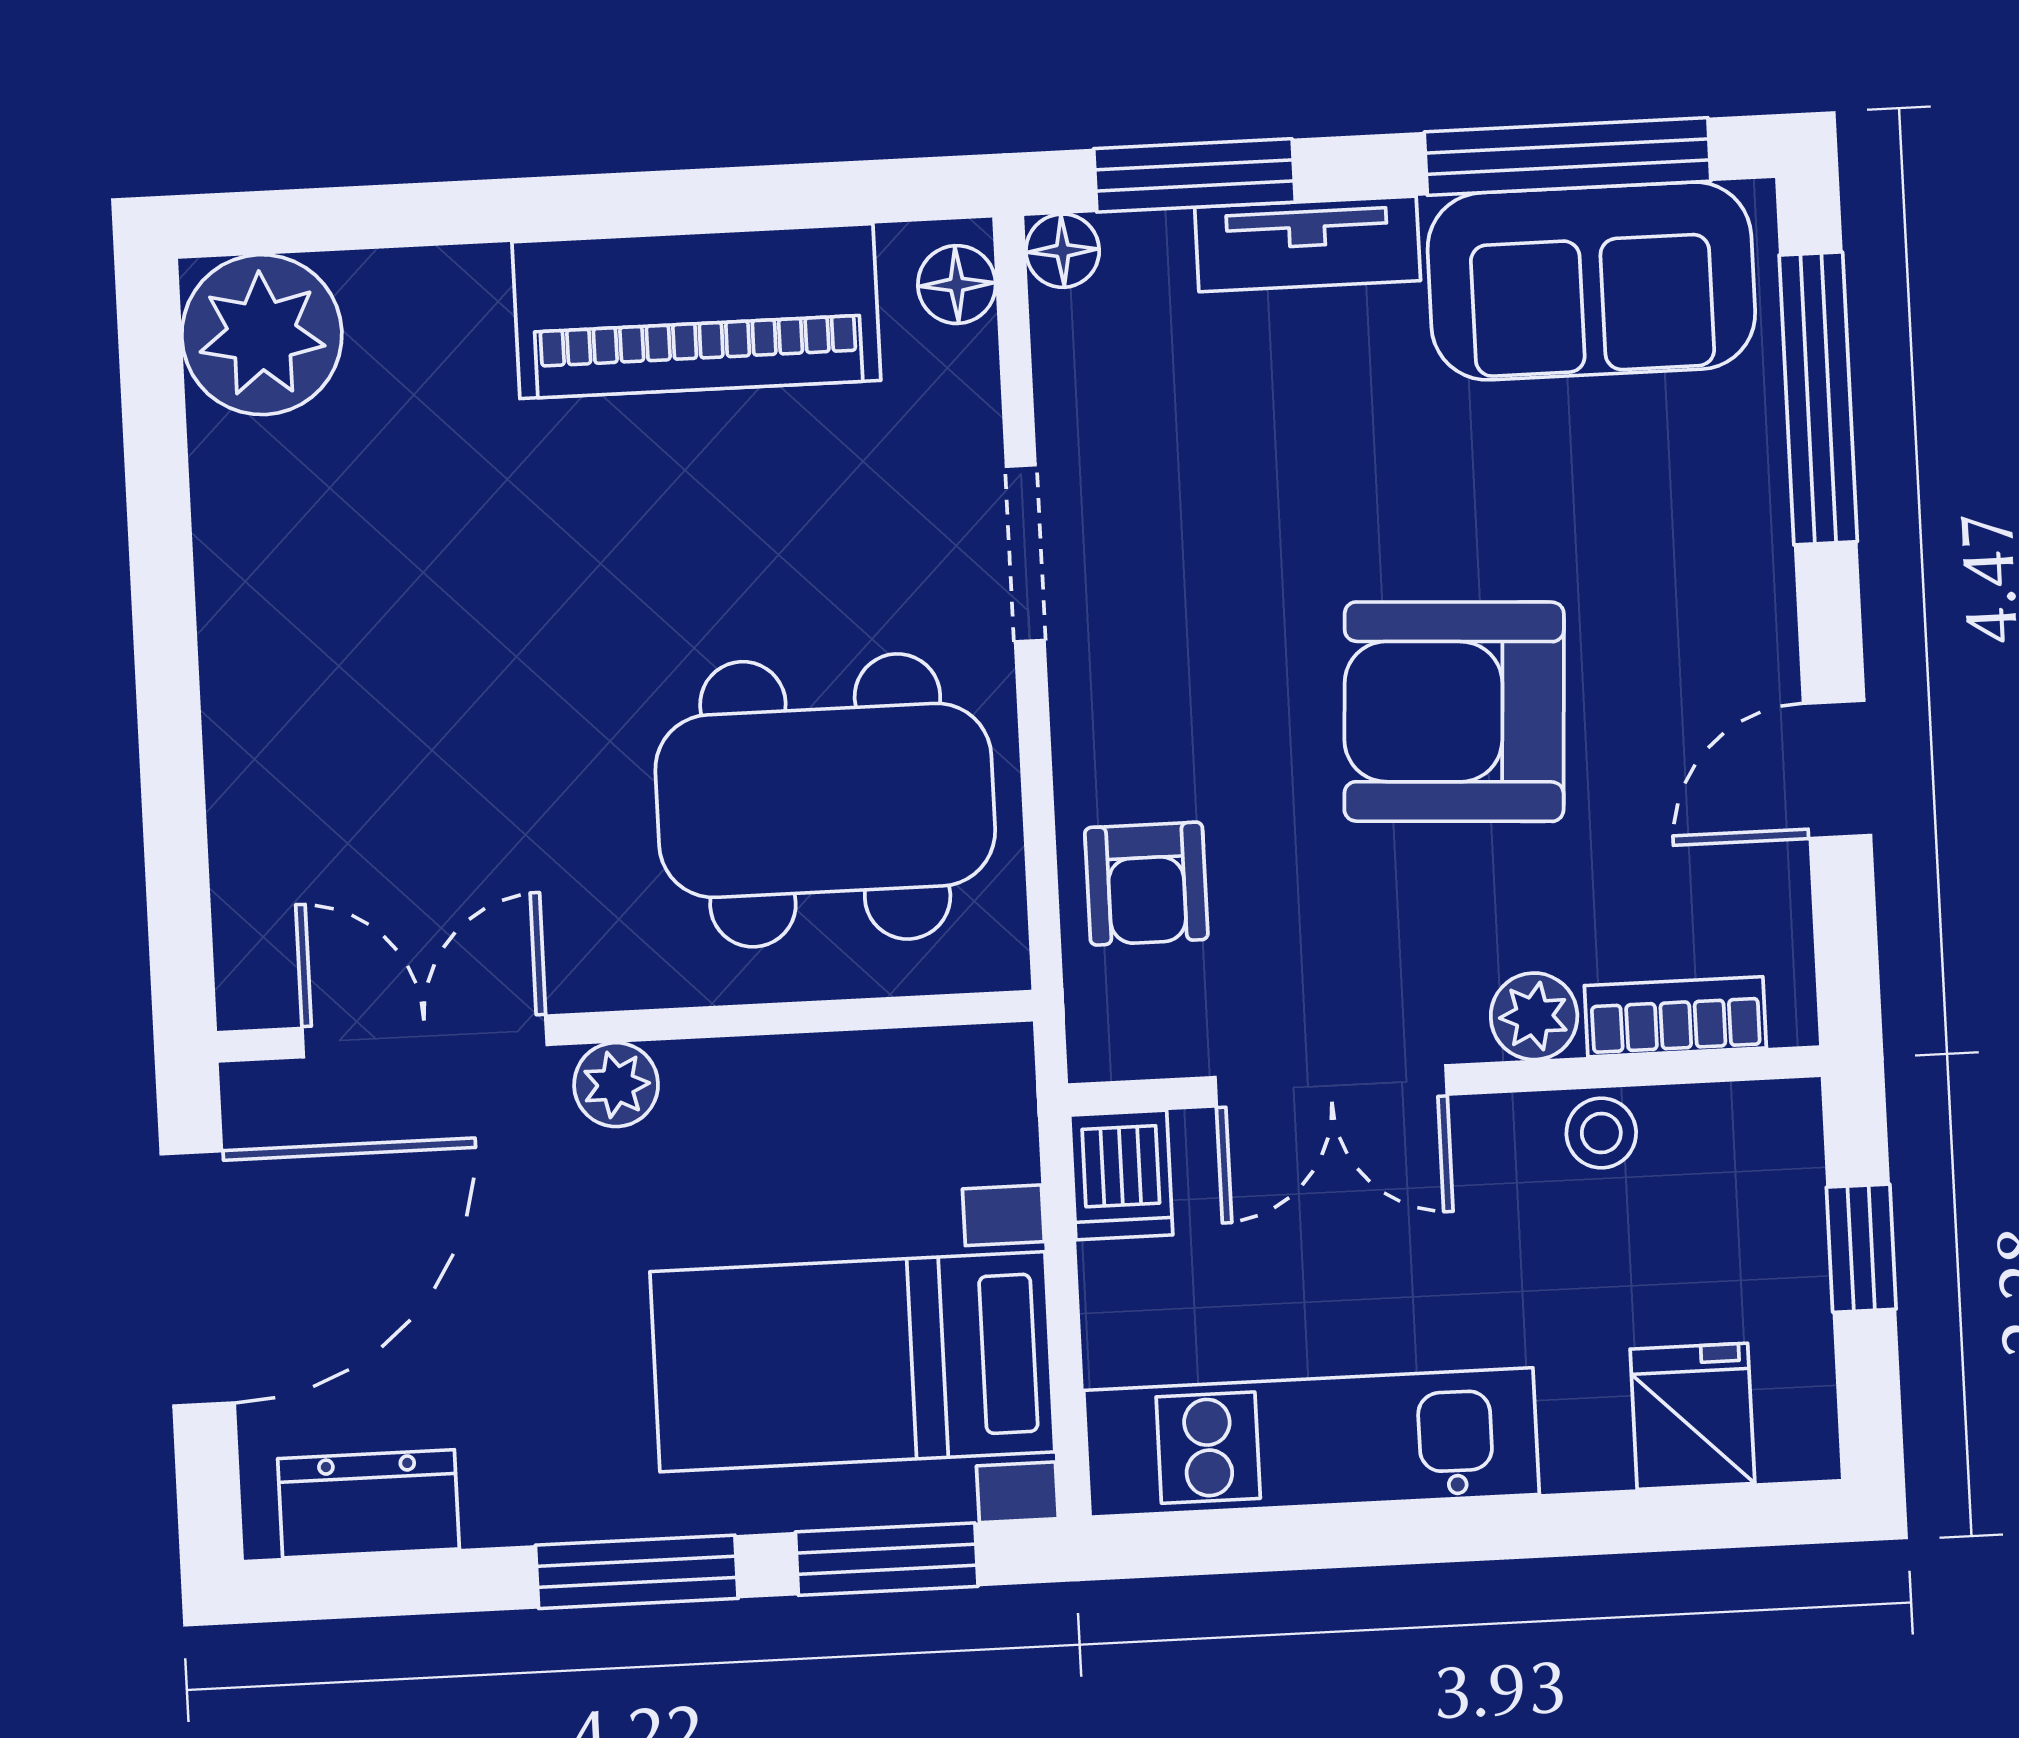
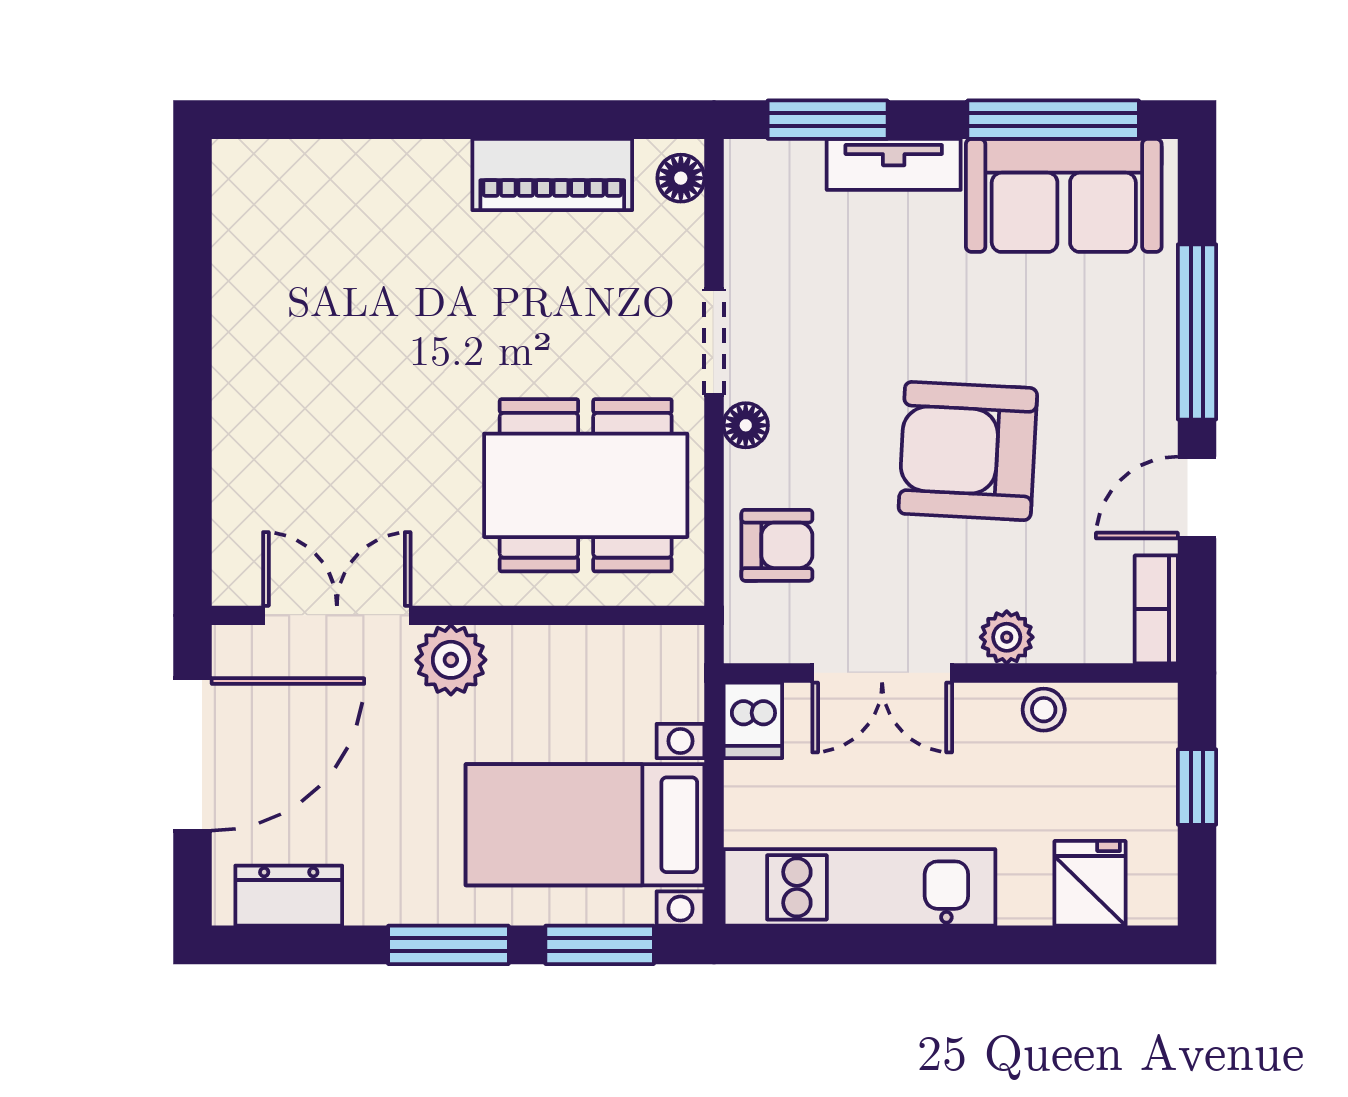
floor lamp: (1063, 251) -> (746, 425), moved
piano: (696, 311) -> (552, 175), width x0.73, depth x0.75
plant: (262, 335) -> (260, 187), removed
window: (1818, 398) -> (1197, 332), moved
armchair: (1146, 884) -> (777, 545), turned -90
bookcase: (1675, 1017) -> (1156, 609), moved, turned -90
plant: (616, 1085) -> (451, 660), width x1.38, depth x1.38

